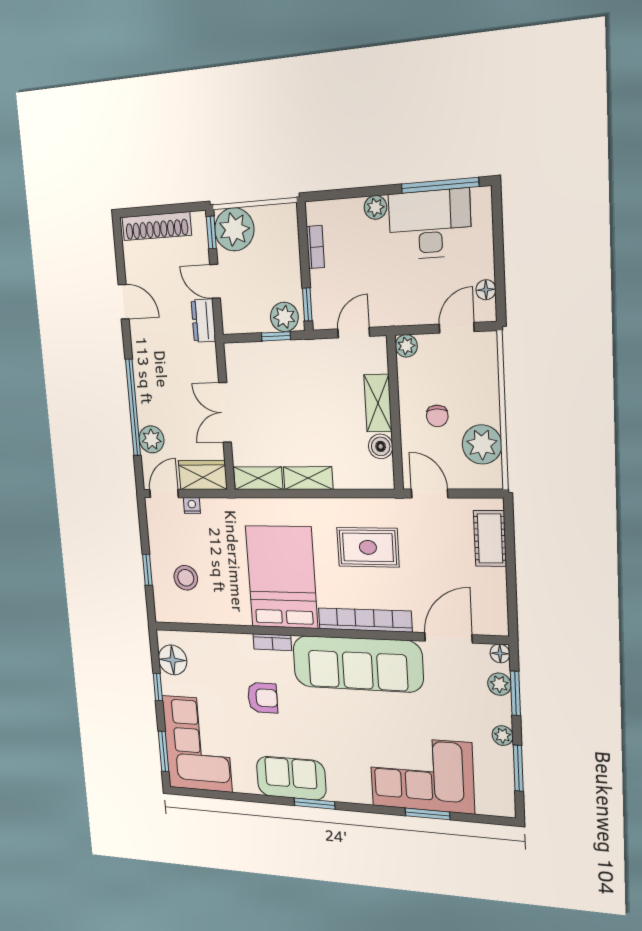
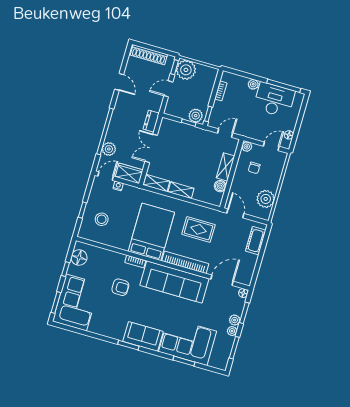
door: (215, 281) -> (168, 89), hinge flipped
dresser: (204, 321) -> (151, 121), moved
chair: (437, 416) -> (254, 168), moved
plant: (499, 684) -> (235, 320), moved
sofa: (291, 778) -> (143, 336), moved

